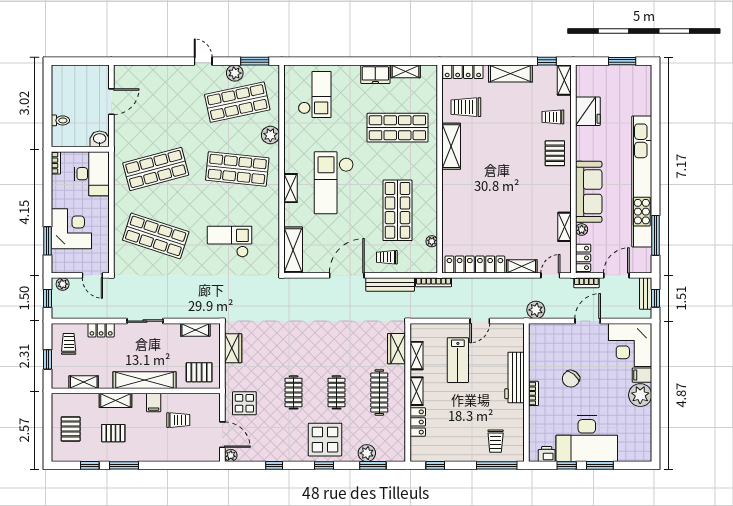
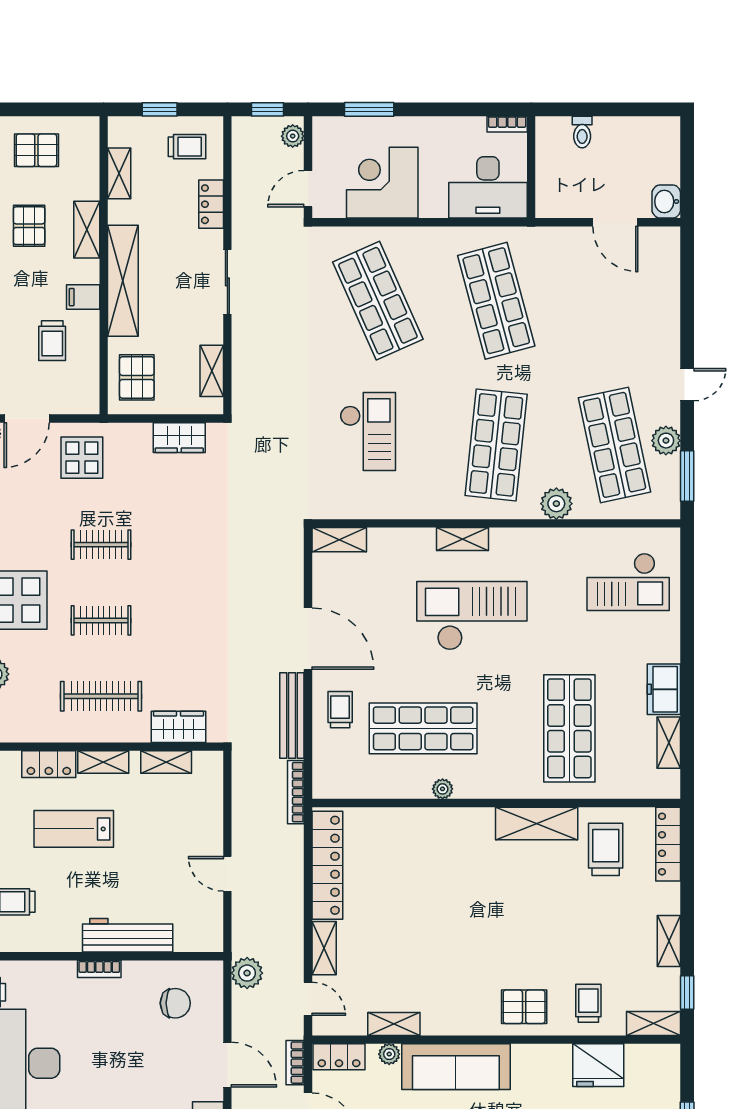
shelving: (510, 74) -> (669, 941), width x0.67, depth x0.75
washbasin: (100, 139) -> (666, 202), moved, turned 180
corner desk: (71, 229) -> (382, 183), moved, turned 180
shop shelf: (156, 236) -> (378, 301), turned -42
plant: (432, 241) -> (443, 789), moved
shelving: (293, 250) -> (339, 540), width x0.67, depth x0.75
lab bench: (458, 360) -> (74, 829), moved
chair: (571, 379) -> (175, 1003), moved, turned 141

